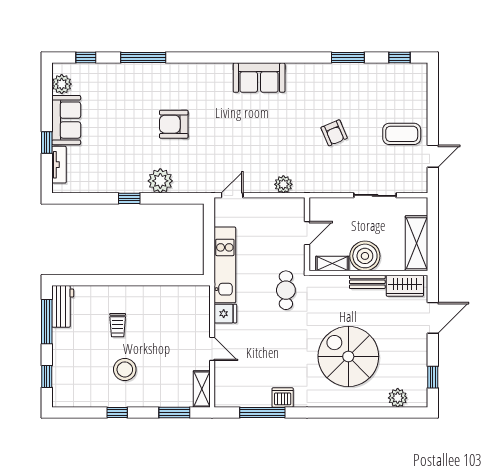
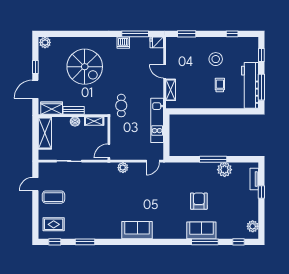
rug: (401, 87) -> (54, 224), added
sofa: (66, 120) -> (201, 230), moved, turned 90
armchair: (174, 124) -> (199, 201), moved, turned -90
armchair: (334, 133) -> (93, 198), removed
plant: (160, 181) -> (225, 170), moved
window: (129, 198) -> (213, 159), width x2.17
door: (307, 233) -> (109, 151), moved
boiler: (365, 256) -> (75, 122), width x0.54, depth x0.54
workbench: (63, 306) -> (250, 85), width x1.88, depth x1.32
fridge: (225, 314) -> (157, 42), moved
window: (433, 377) -> (35, 67), moved
shelving: (202, 389) -> (171, 90), moved
plant: (398, 398) -> (45, 42), moved
window: (117, 412) -> (232, 34), moved

